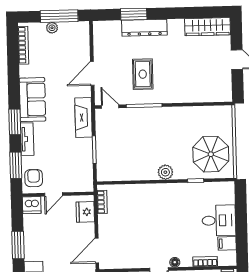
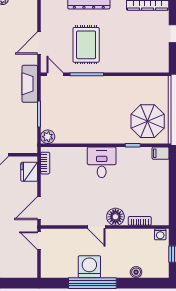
rug: (143, 74) -> (86, 45), width x1.36, depth x1.43
plant: (165, 172) -> (48, 137), moved
desk: (219, 220) -> (102, 162), moved, turned -90
filing cabinet: (227, 243) -> (161, 153), moved
floor lamp: (175, 262) -> (115, 217), width x1.89, depth x1.89

